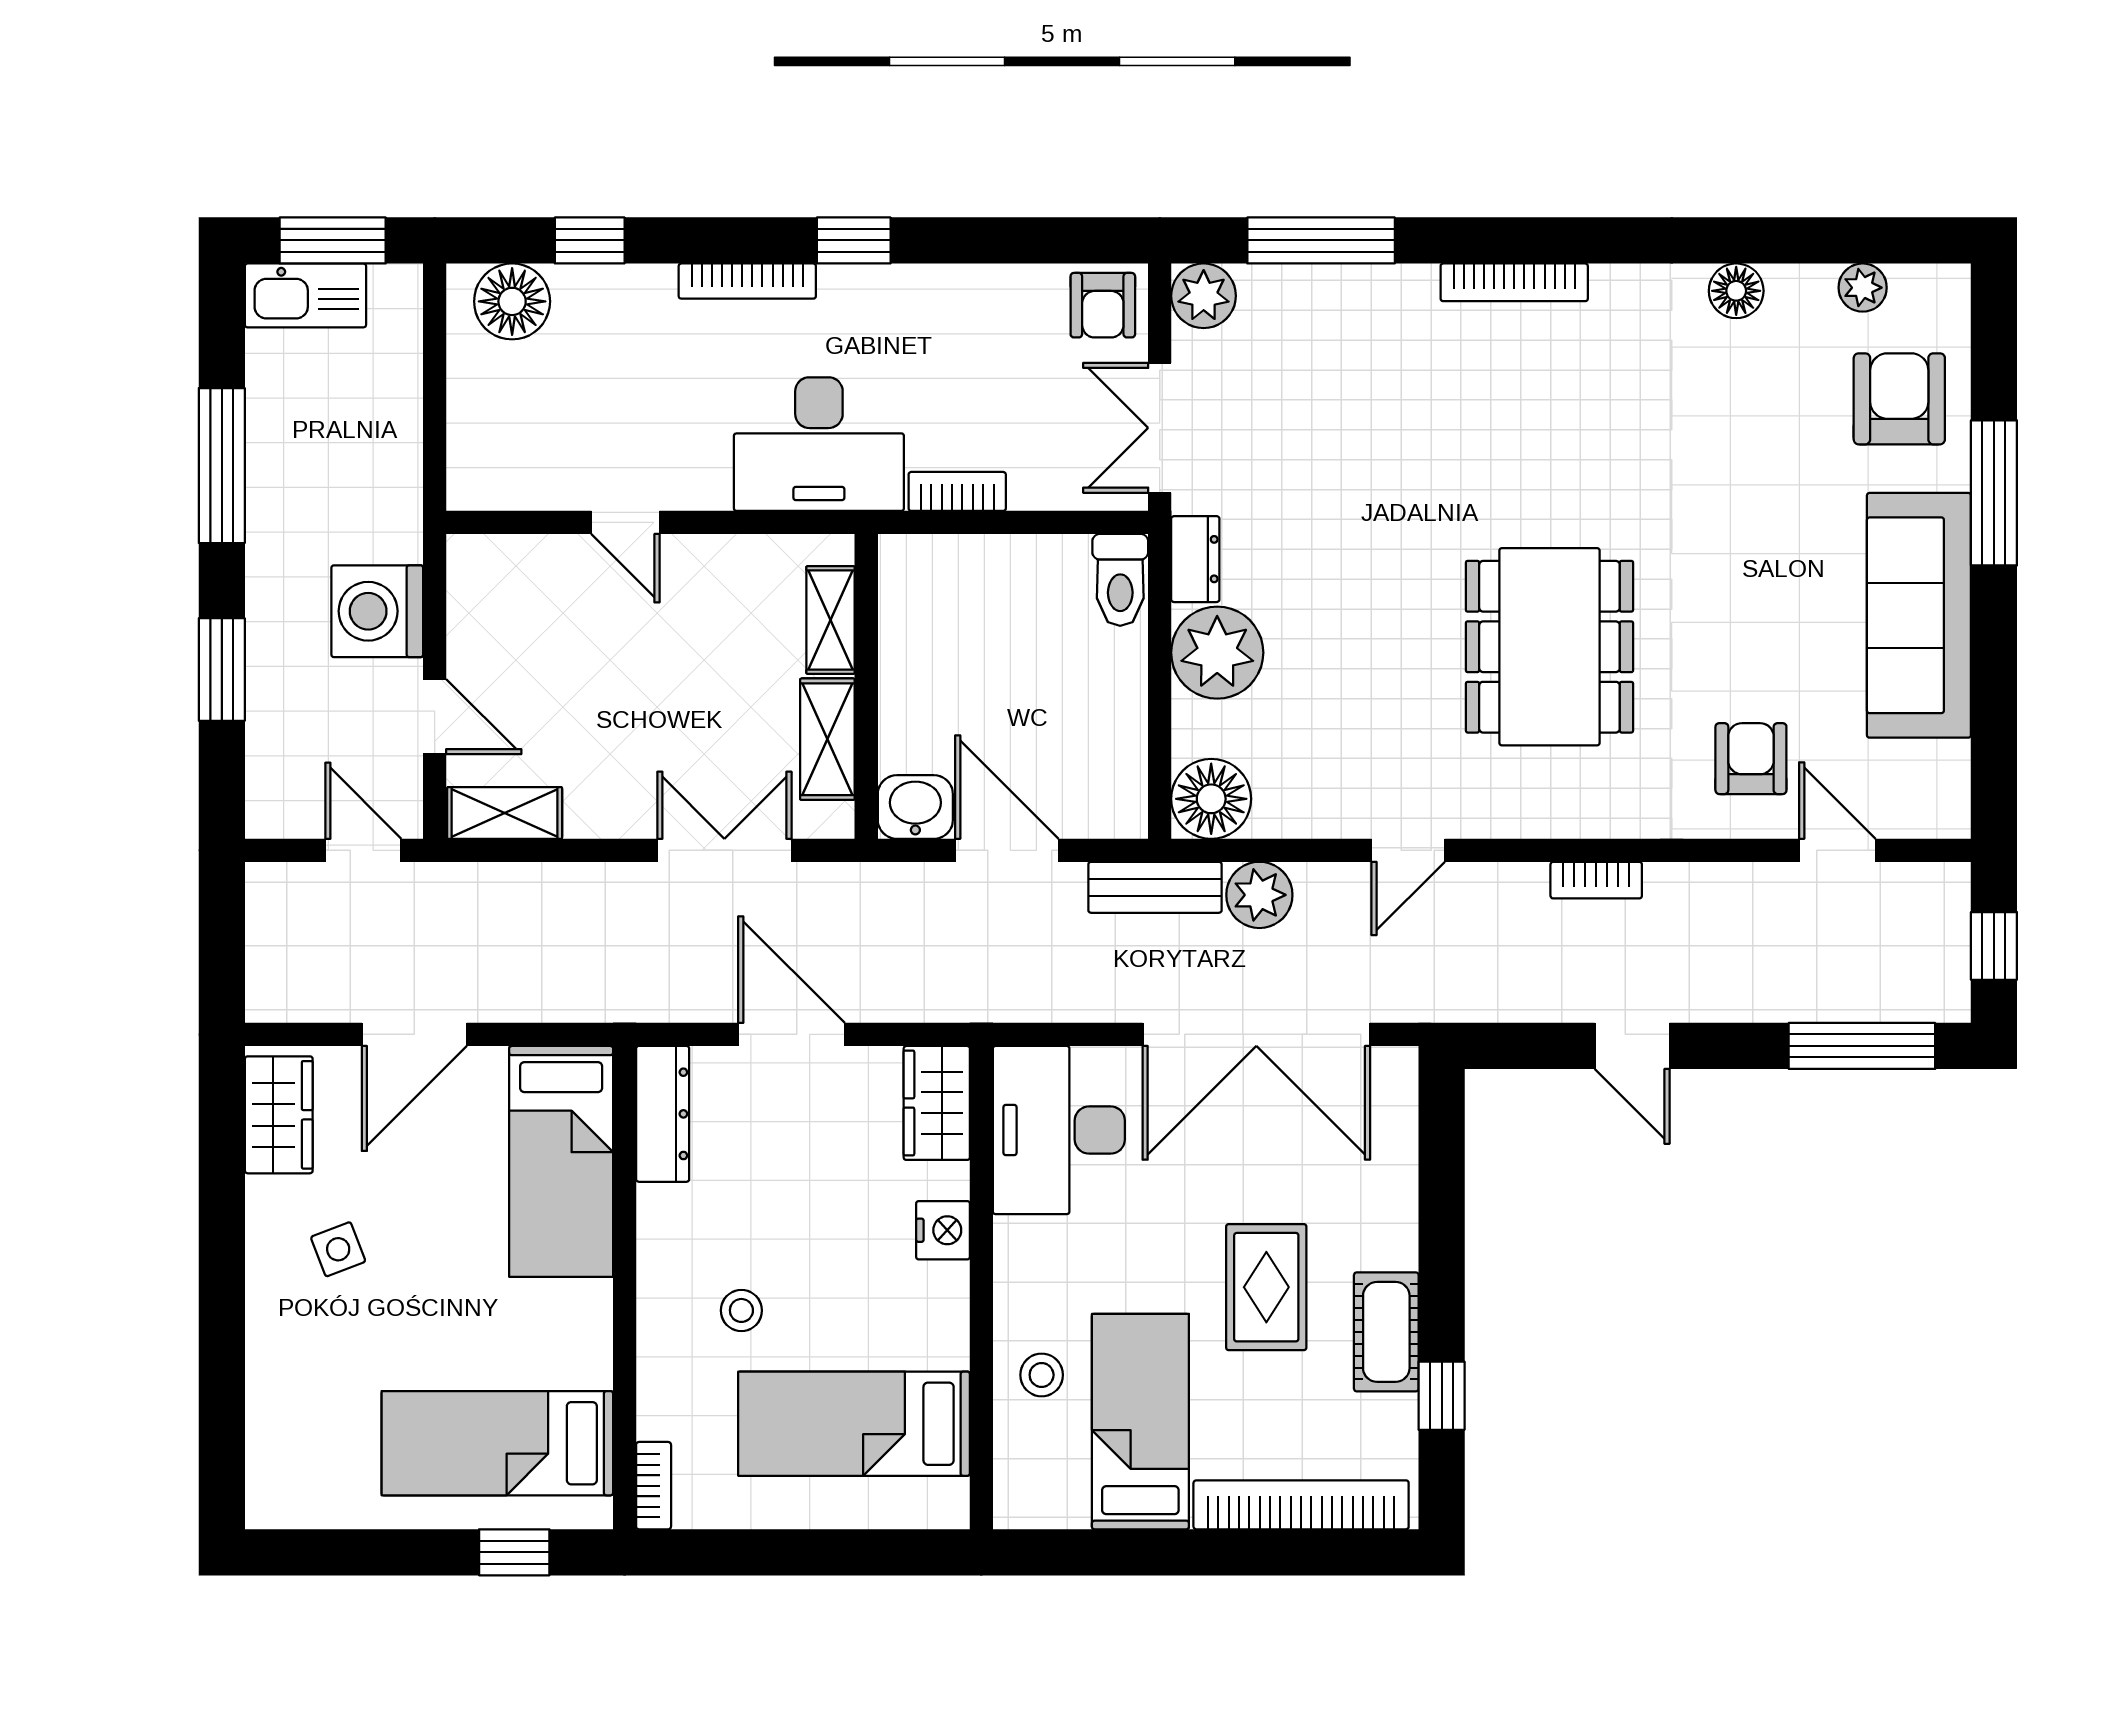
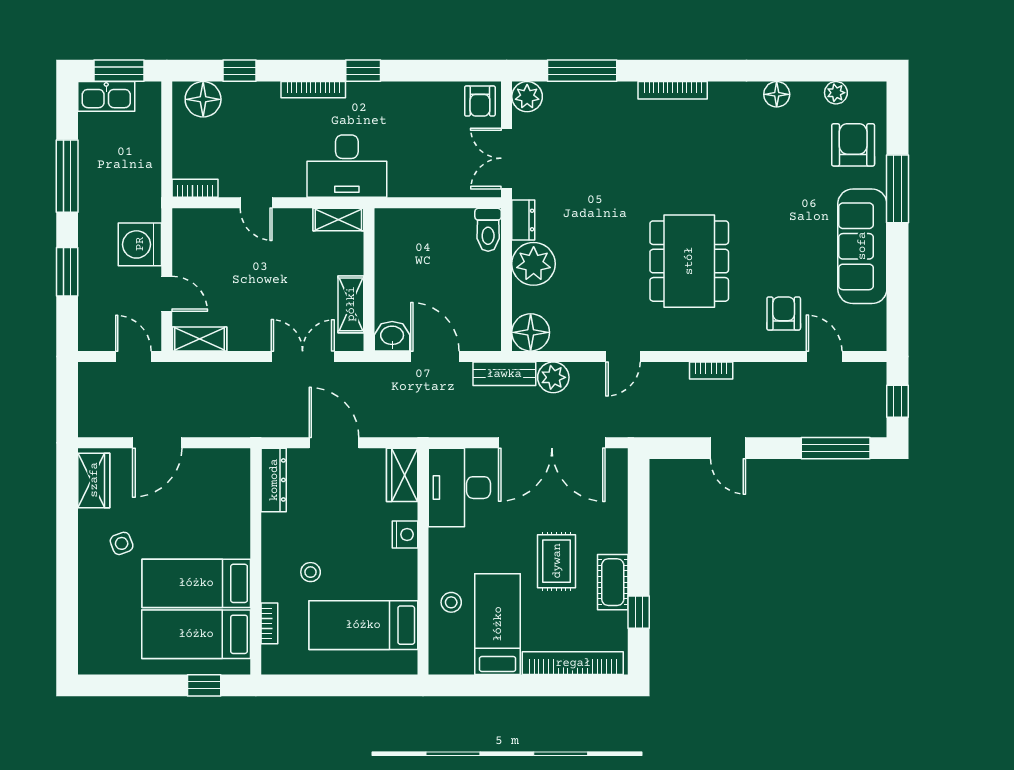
bookcase: (957, 491) -> (195, 188), moved
shelving: (831, 620) -> (338, 220), moved, turned 90
bed: (561, 1161) -> (196, 583), moved, turned 90
bookcase: (654, 1486) -> (269, 623), moved

